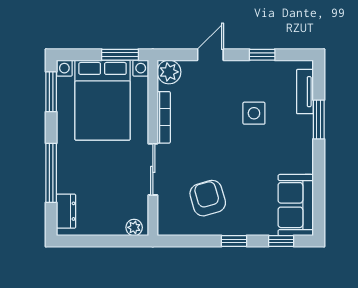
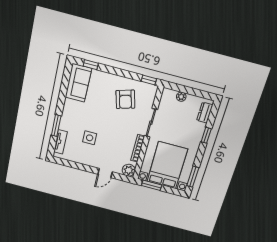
window: (262, 55) -> (79, 166), removed
window: (51, 173) -> (206, 135), width x0.46
plant: (134, 227) -> (181, 97), moved
window: (234, 241) -> (149, 80), moved

